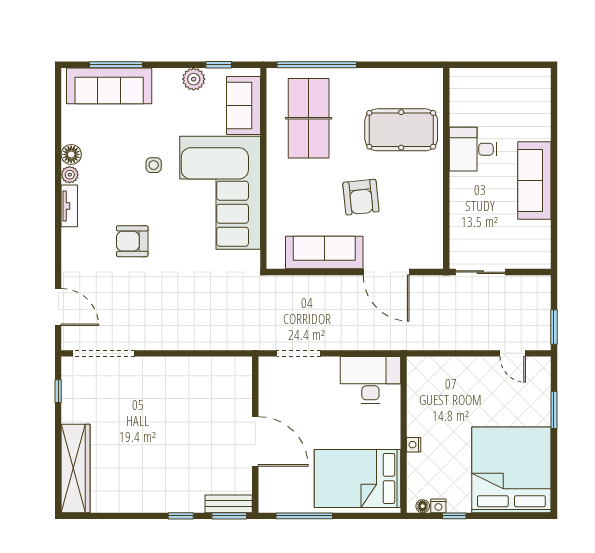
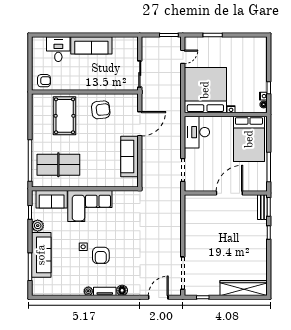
sofa: (109, 86) -> (41, 255), moved
armchair: (468, 91) -> (44, 81), added
desk: (473, 149) -> (58, 49), moved, turned 180
floor lamp: (71, 154) -> (122, 290), moved
corner sofa: (220, 193) -> (90, 206), width x0.73, depth x0.74
armchair: (361, 197) -> (101, 110), moved
armchair: (132, 241) -> (101, 255), moved
bed: (511, 470) -> (205, 90), moved, turned 90

